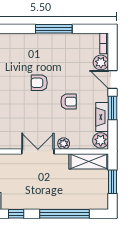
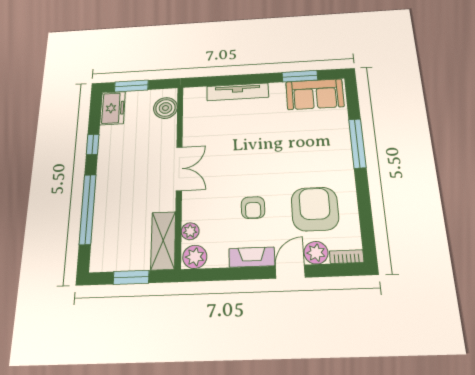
window: (54, 29) -> (357, 143), moved
armchair: (39, 83) -> (315, 209), moved, width x1.88, depth x1.88
window: (112, 108) -> (245, 273), removed
fireplace: (102, 117) -> (252, 257), moved
plant: (64, 144) -> (190, 231), moved

